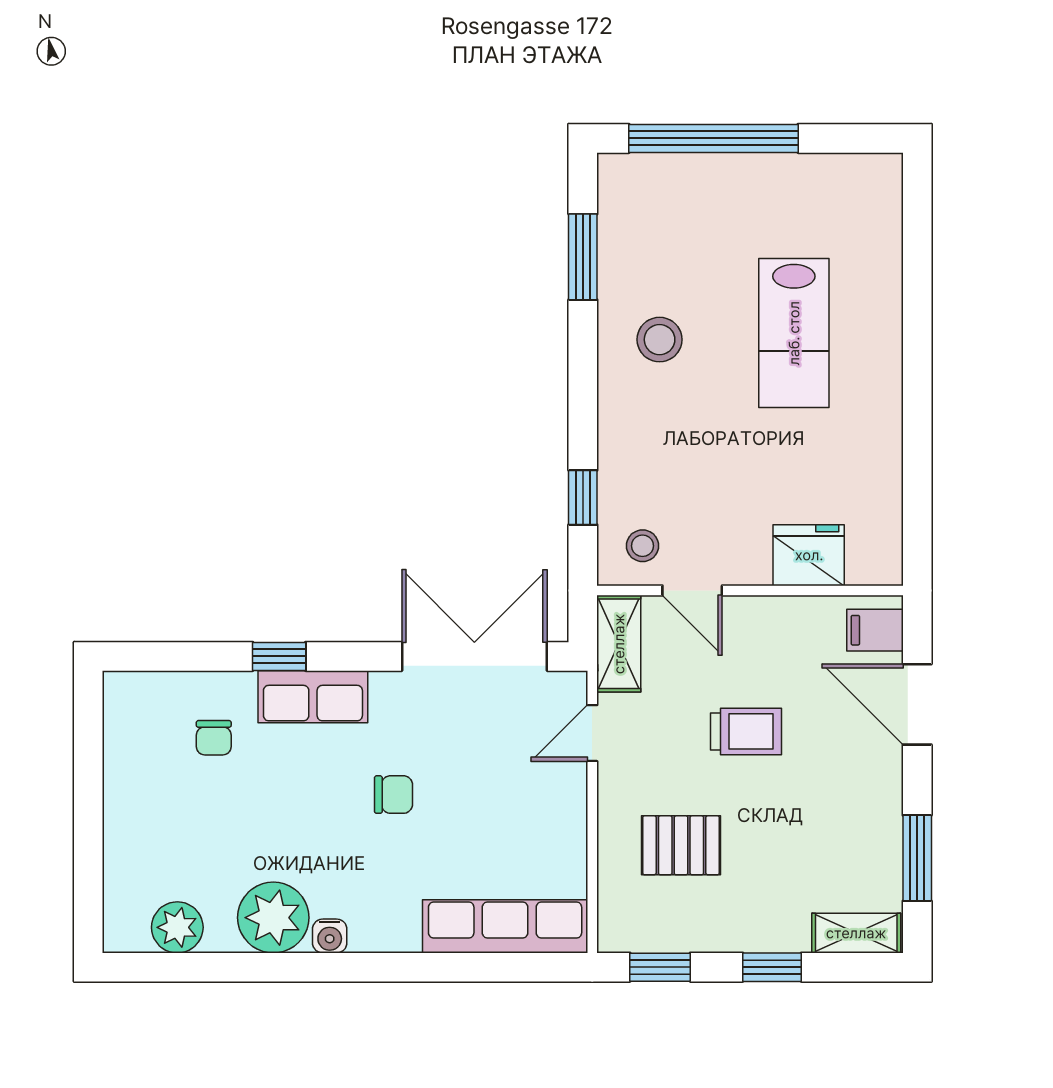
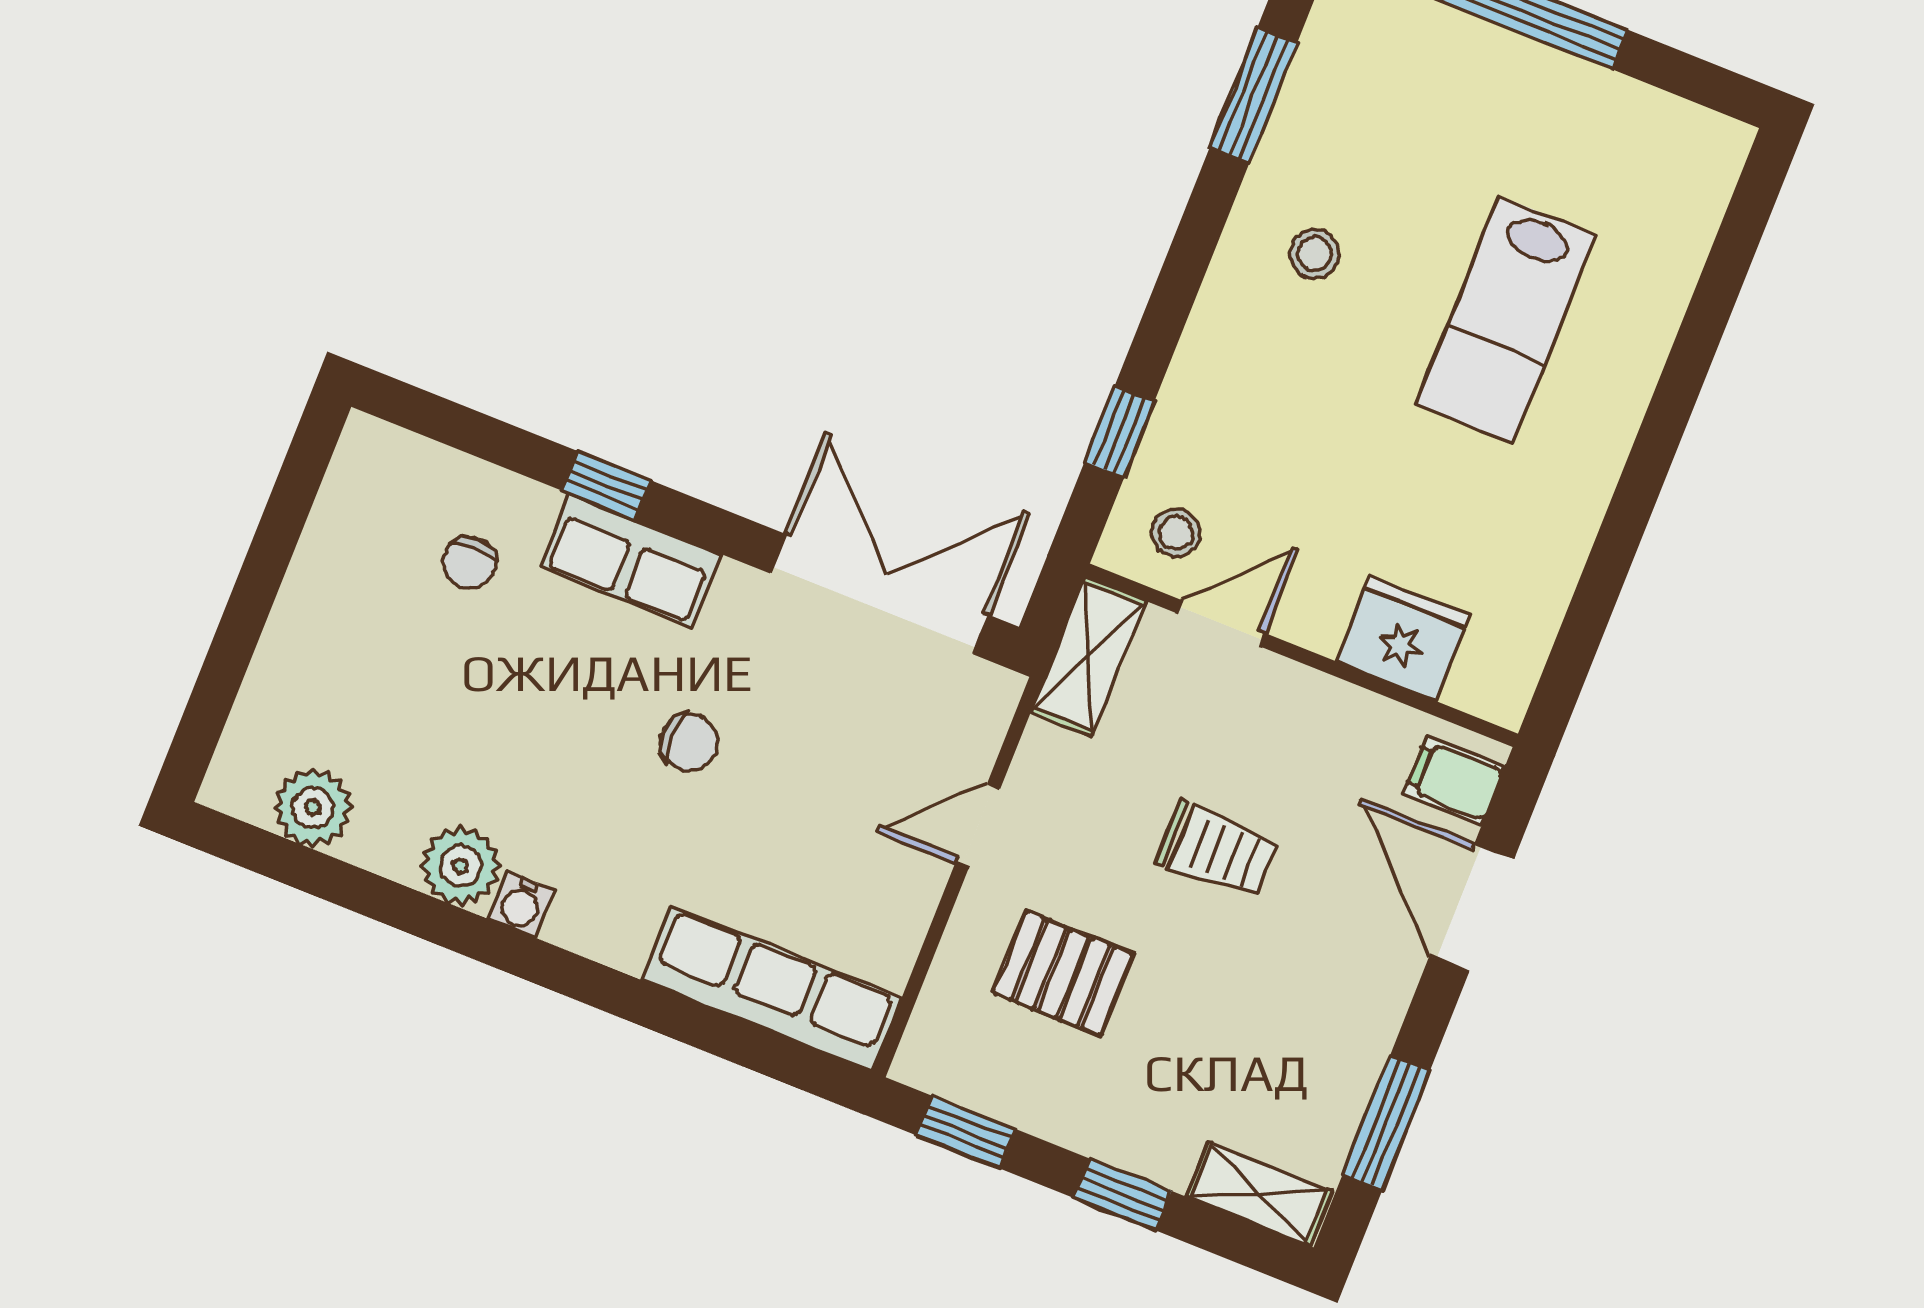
stool: (660, 340) -> (1314, 254), width x0.73, depth x0.73
door: (692, 590) -> (1221, 623), swing flipped
door: (592, 733) -> (978, 826), moved
plant: (273, 918) -> (461, 866), width x0.73, depth x0.73

